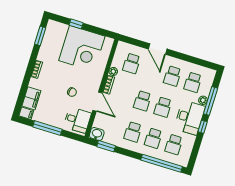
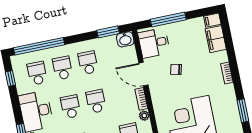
window: (203, 127) -> (10, 79), moved
window: (47, 128) -> (168, 19), moved

